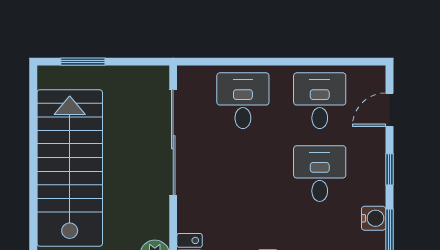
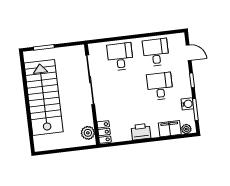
door: (389, 110) -> (189, 53), swing flipped

